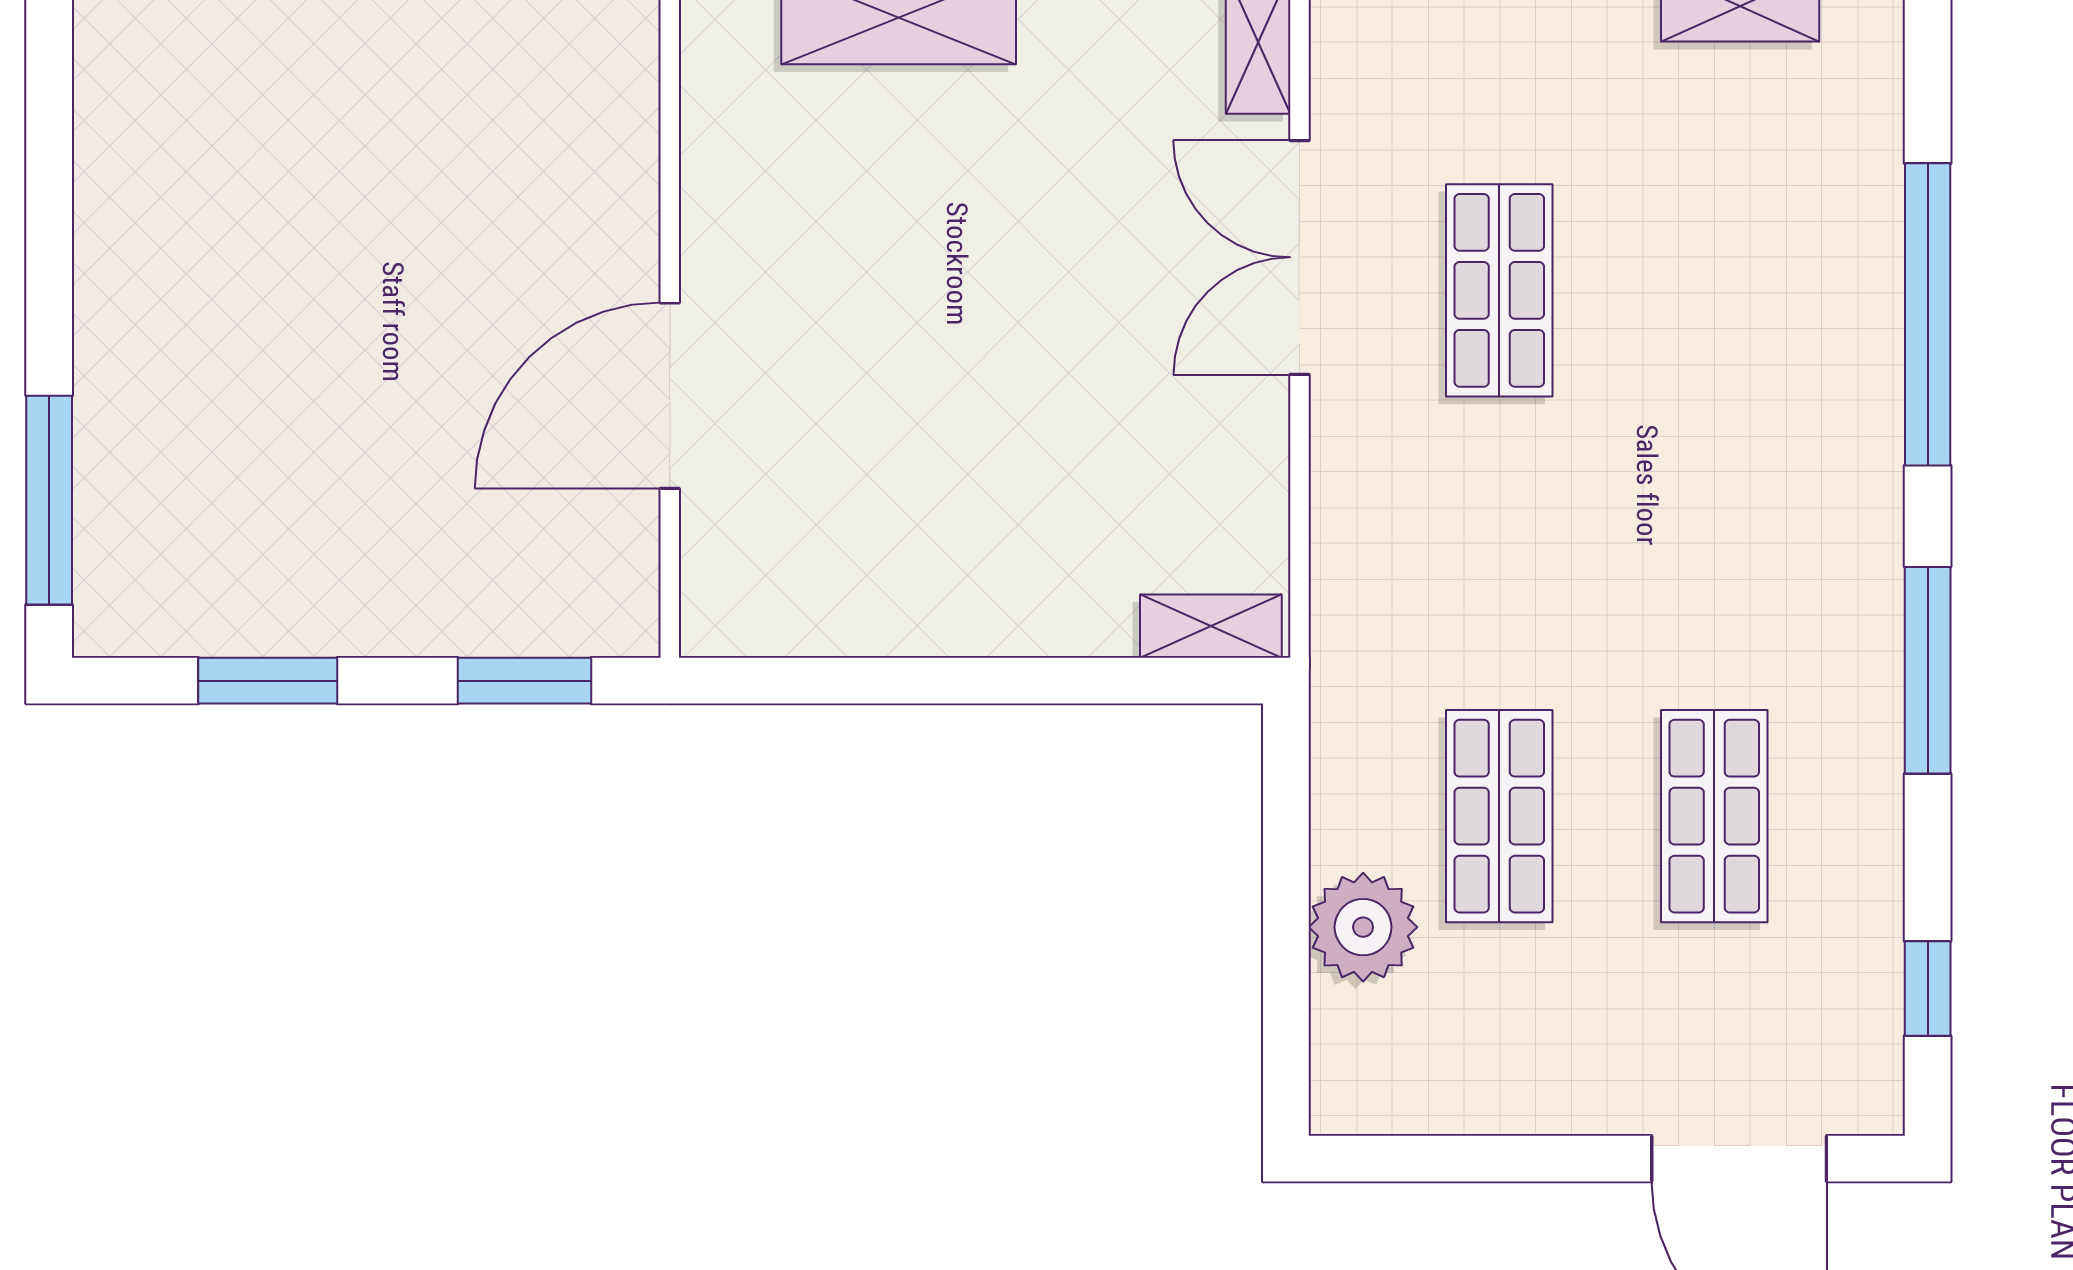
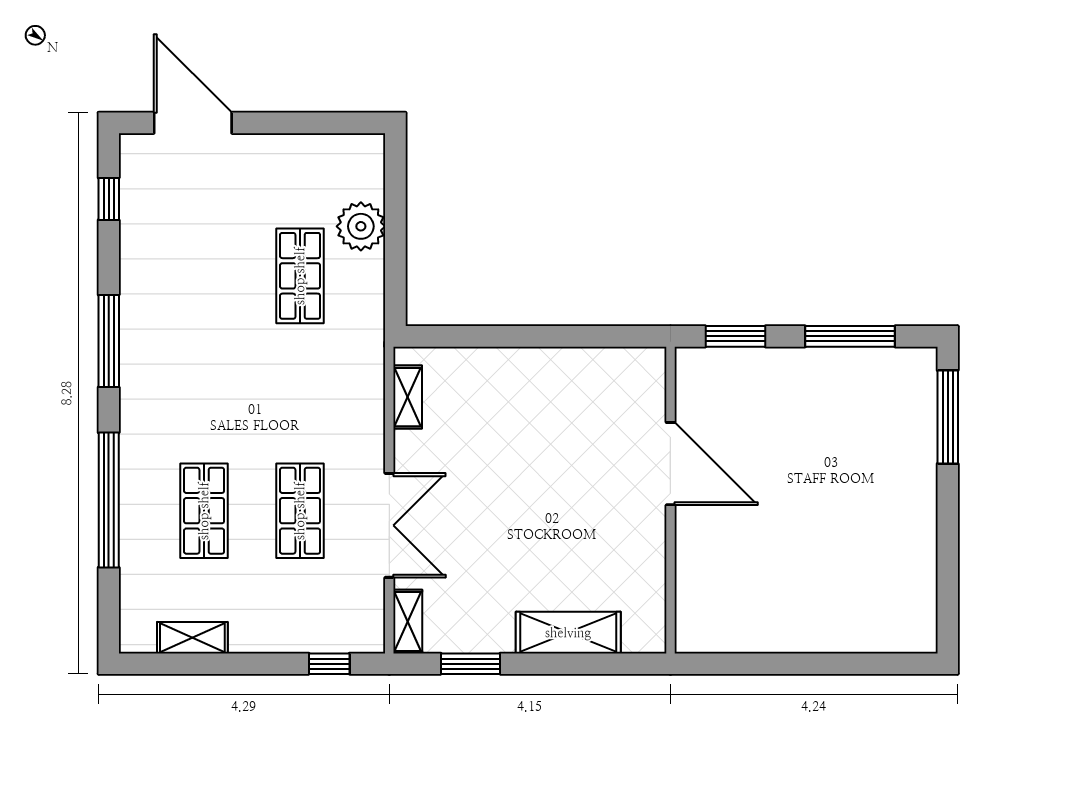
door: (670, 396) -> (670, 464), hinge flipped
shelving: (1211, 626) -> (408, 397), moved, turned 90
window: (268, 681) -> (850, 336), width x1.44
shop shelf: (1714, 816) -> (204, 511), moved

